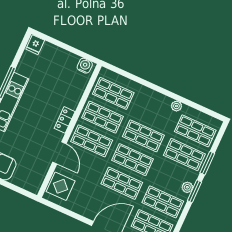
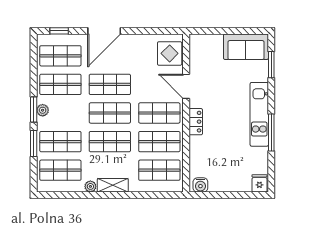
shelving: (157, 99) -> (113, 185), added

